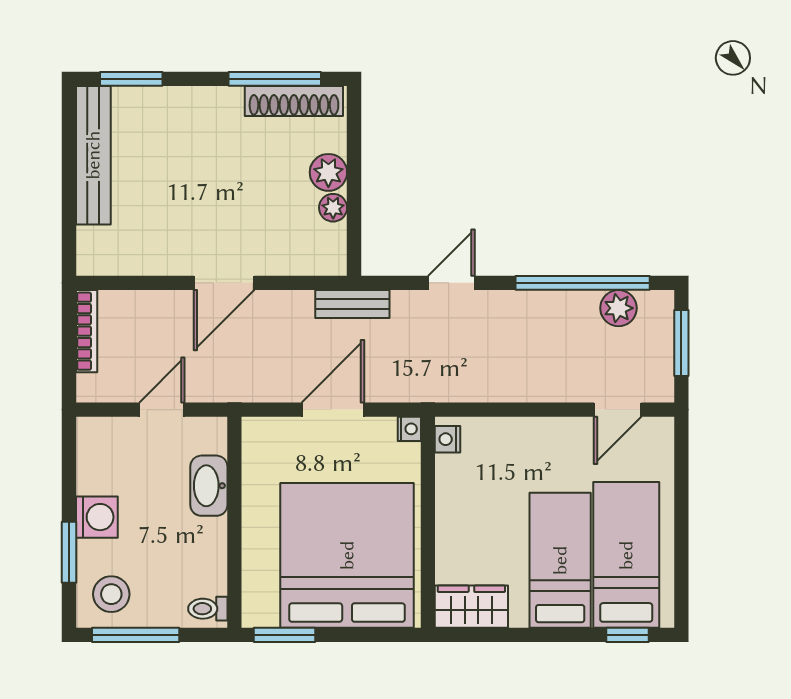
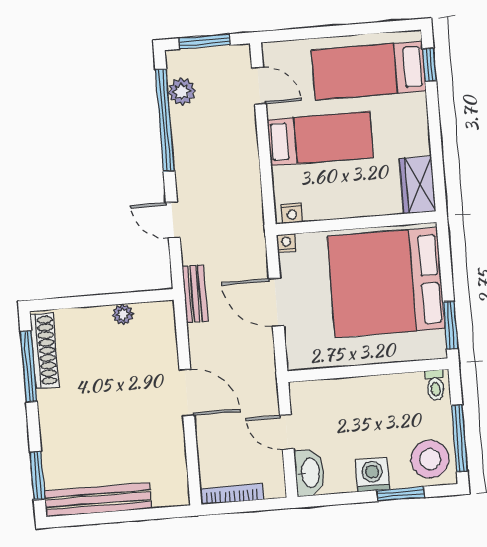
plant: (328, 172) -> (96, 320), removed
washbasin: (209, 486) -> (310, 473), moved, turned -90
bed: (560, 560) -> (320, 139), moved, turned 180
stool: (111, 594) -> (430, 459), width x1.38, depth x1.38

